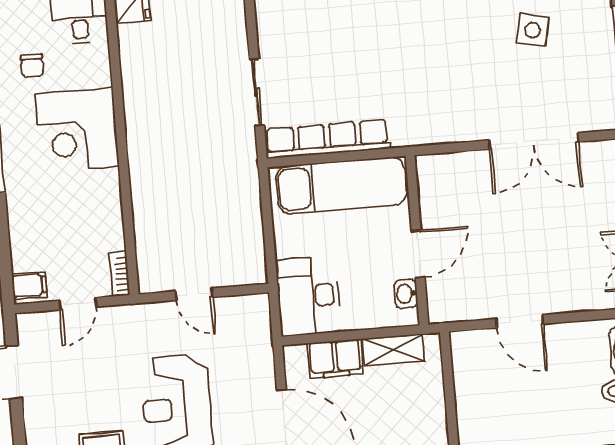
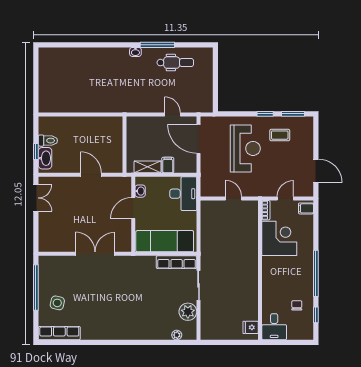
side table: (533, 30) -> (57, 303), moved
plant: (276, 31) -> (188, 312), added
corner desk: (77, 130) -> (279, 238), moved
row of seats: (327, 139) -> (177, 262), width x0.73
double door: (534, 141) -> (95, 254), moved
filing cabinet: (335, 359) -> (168, 165), width x0.50

